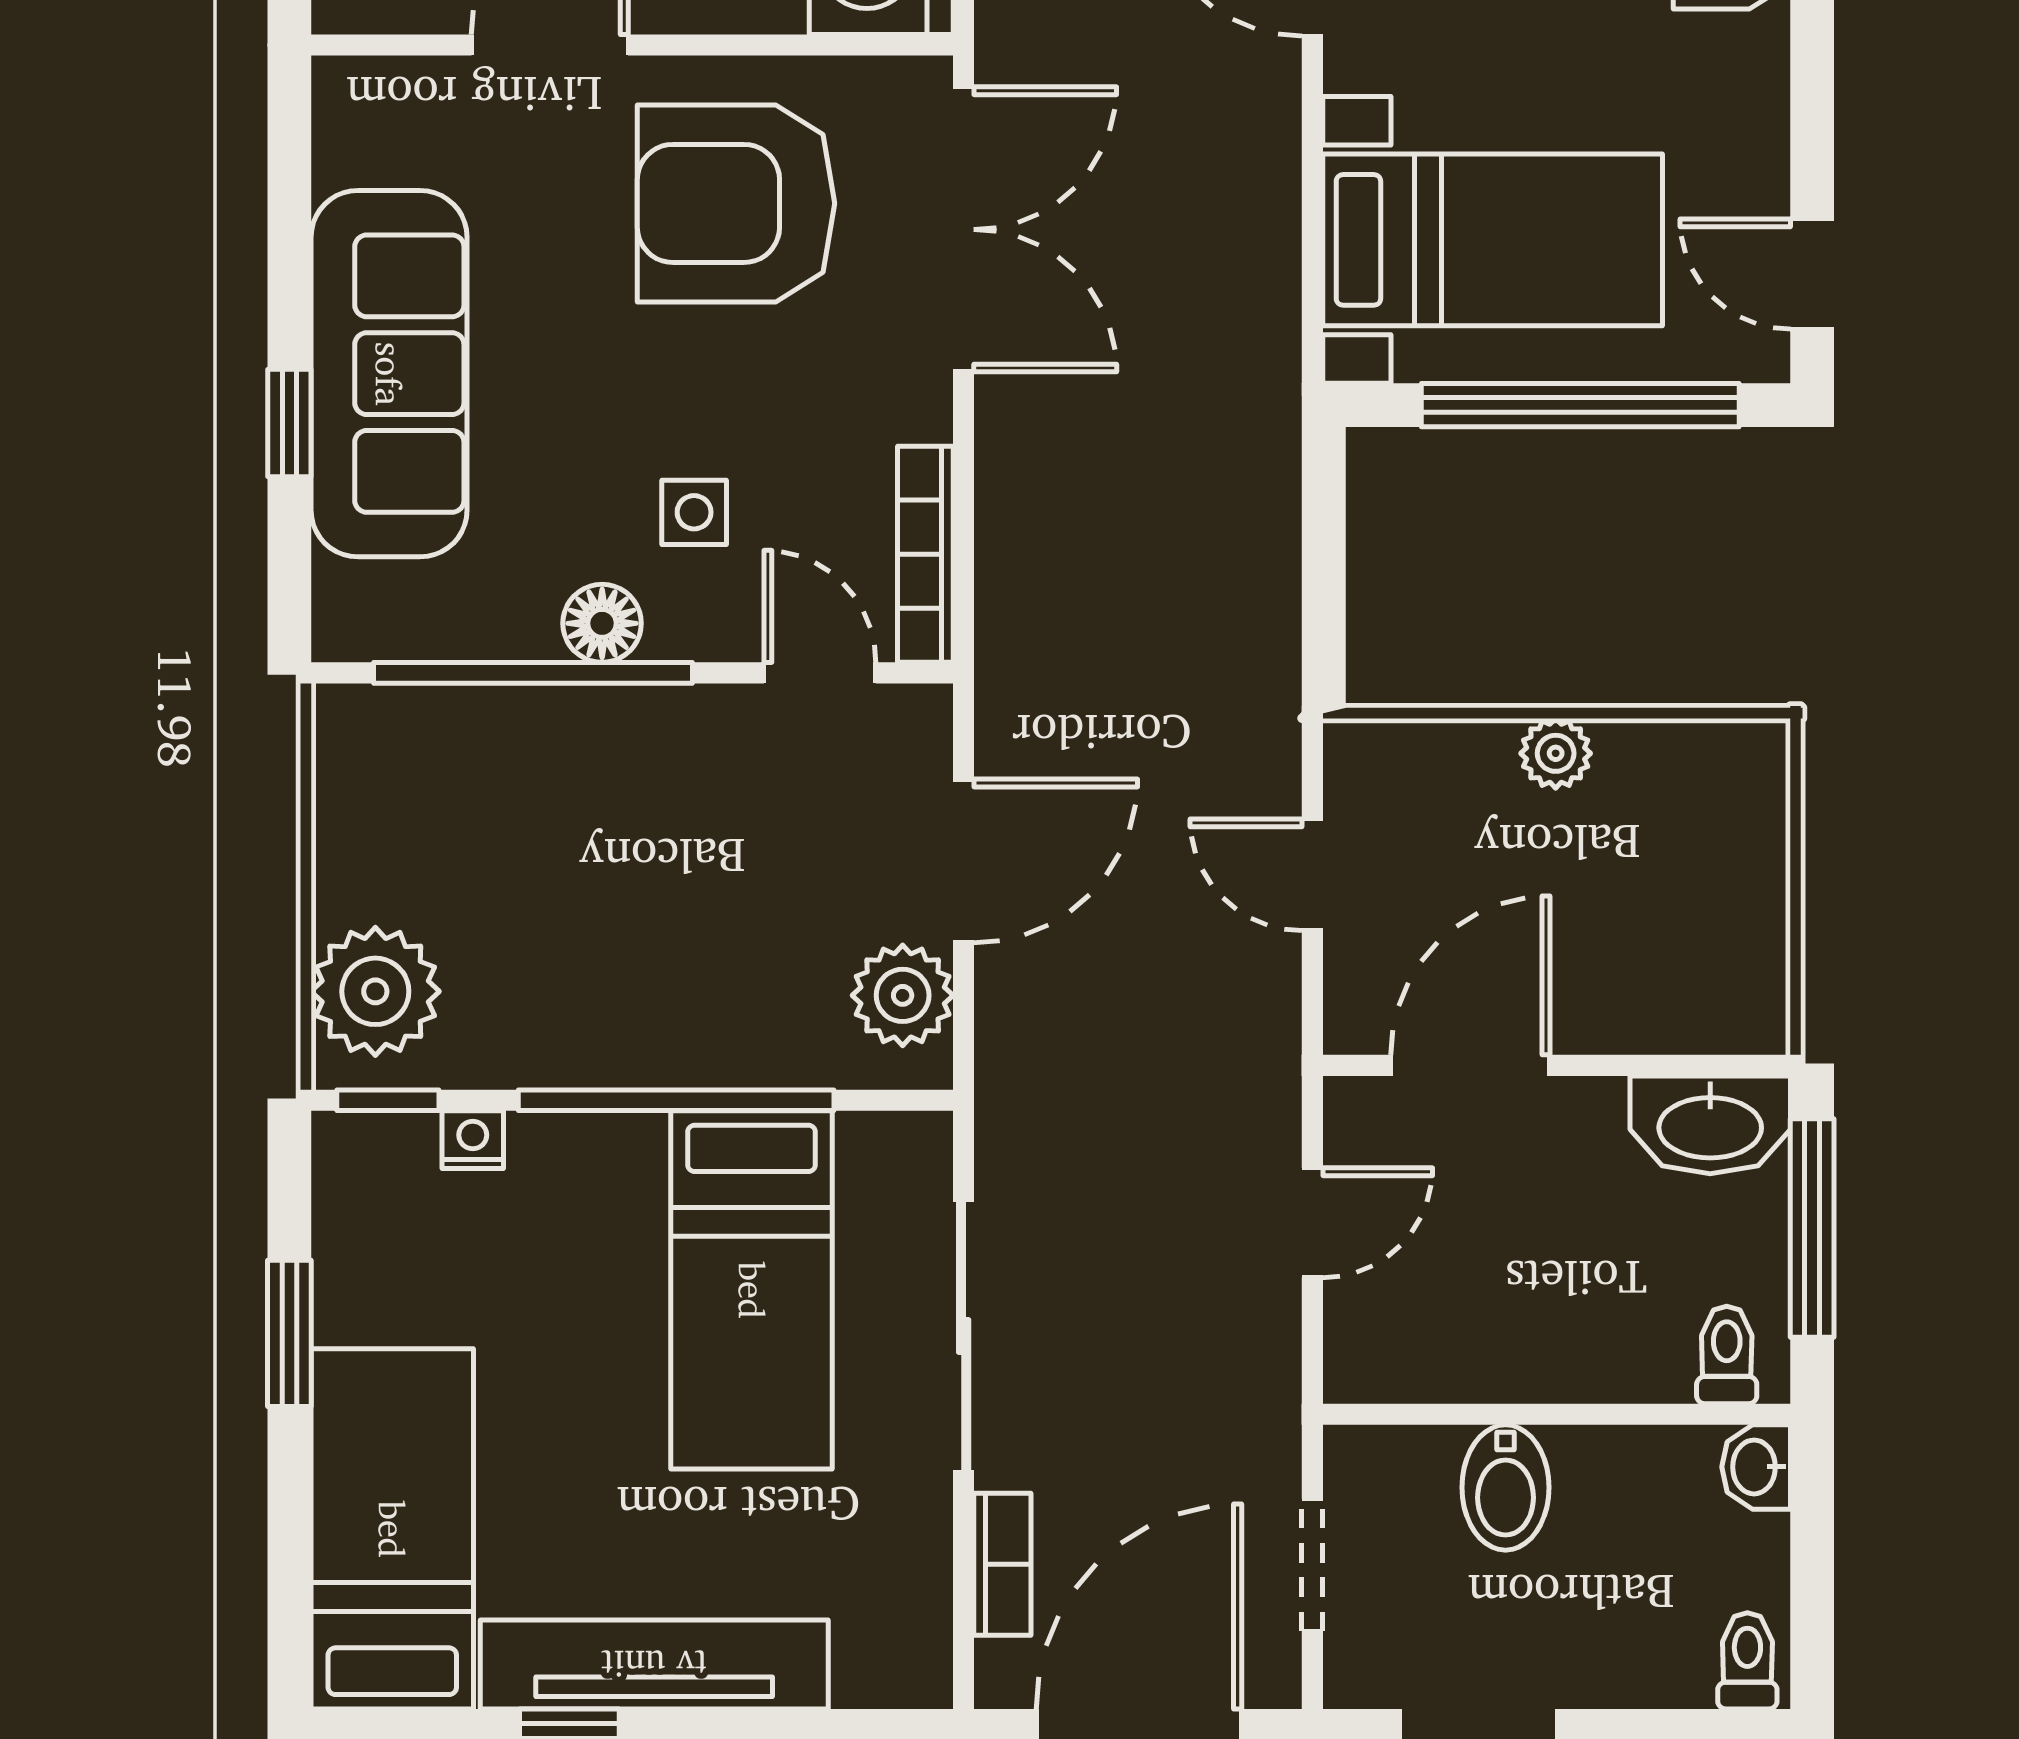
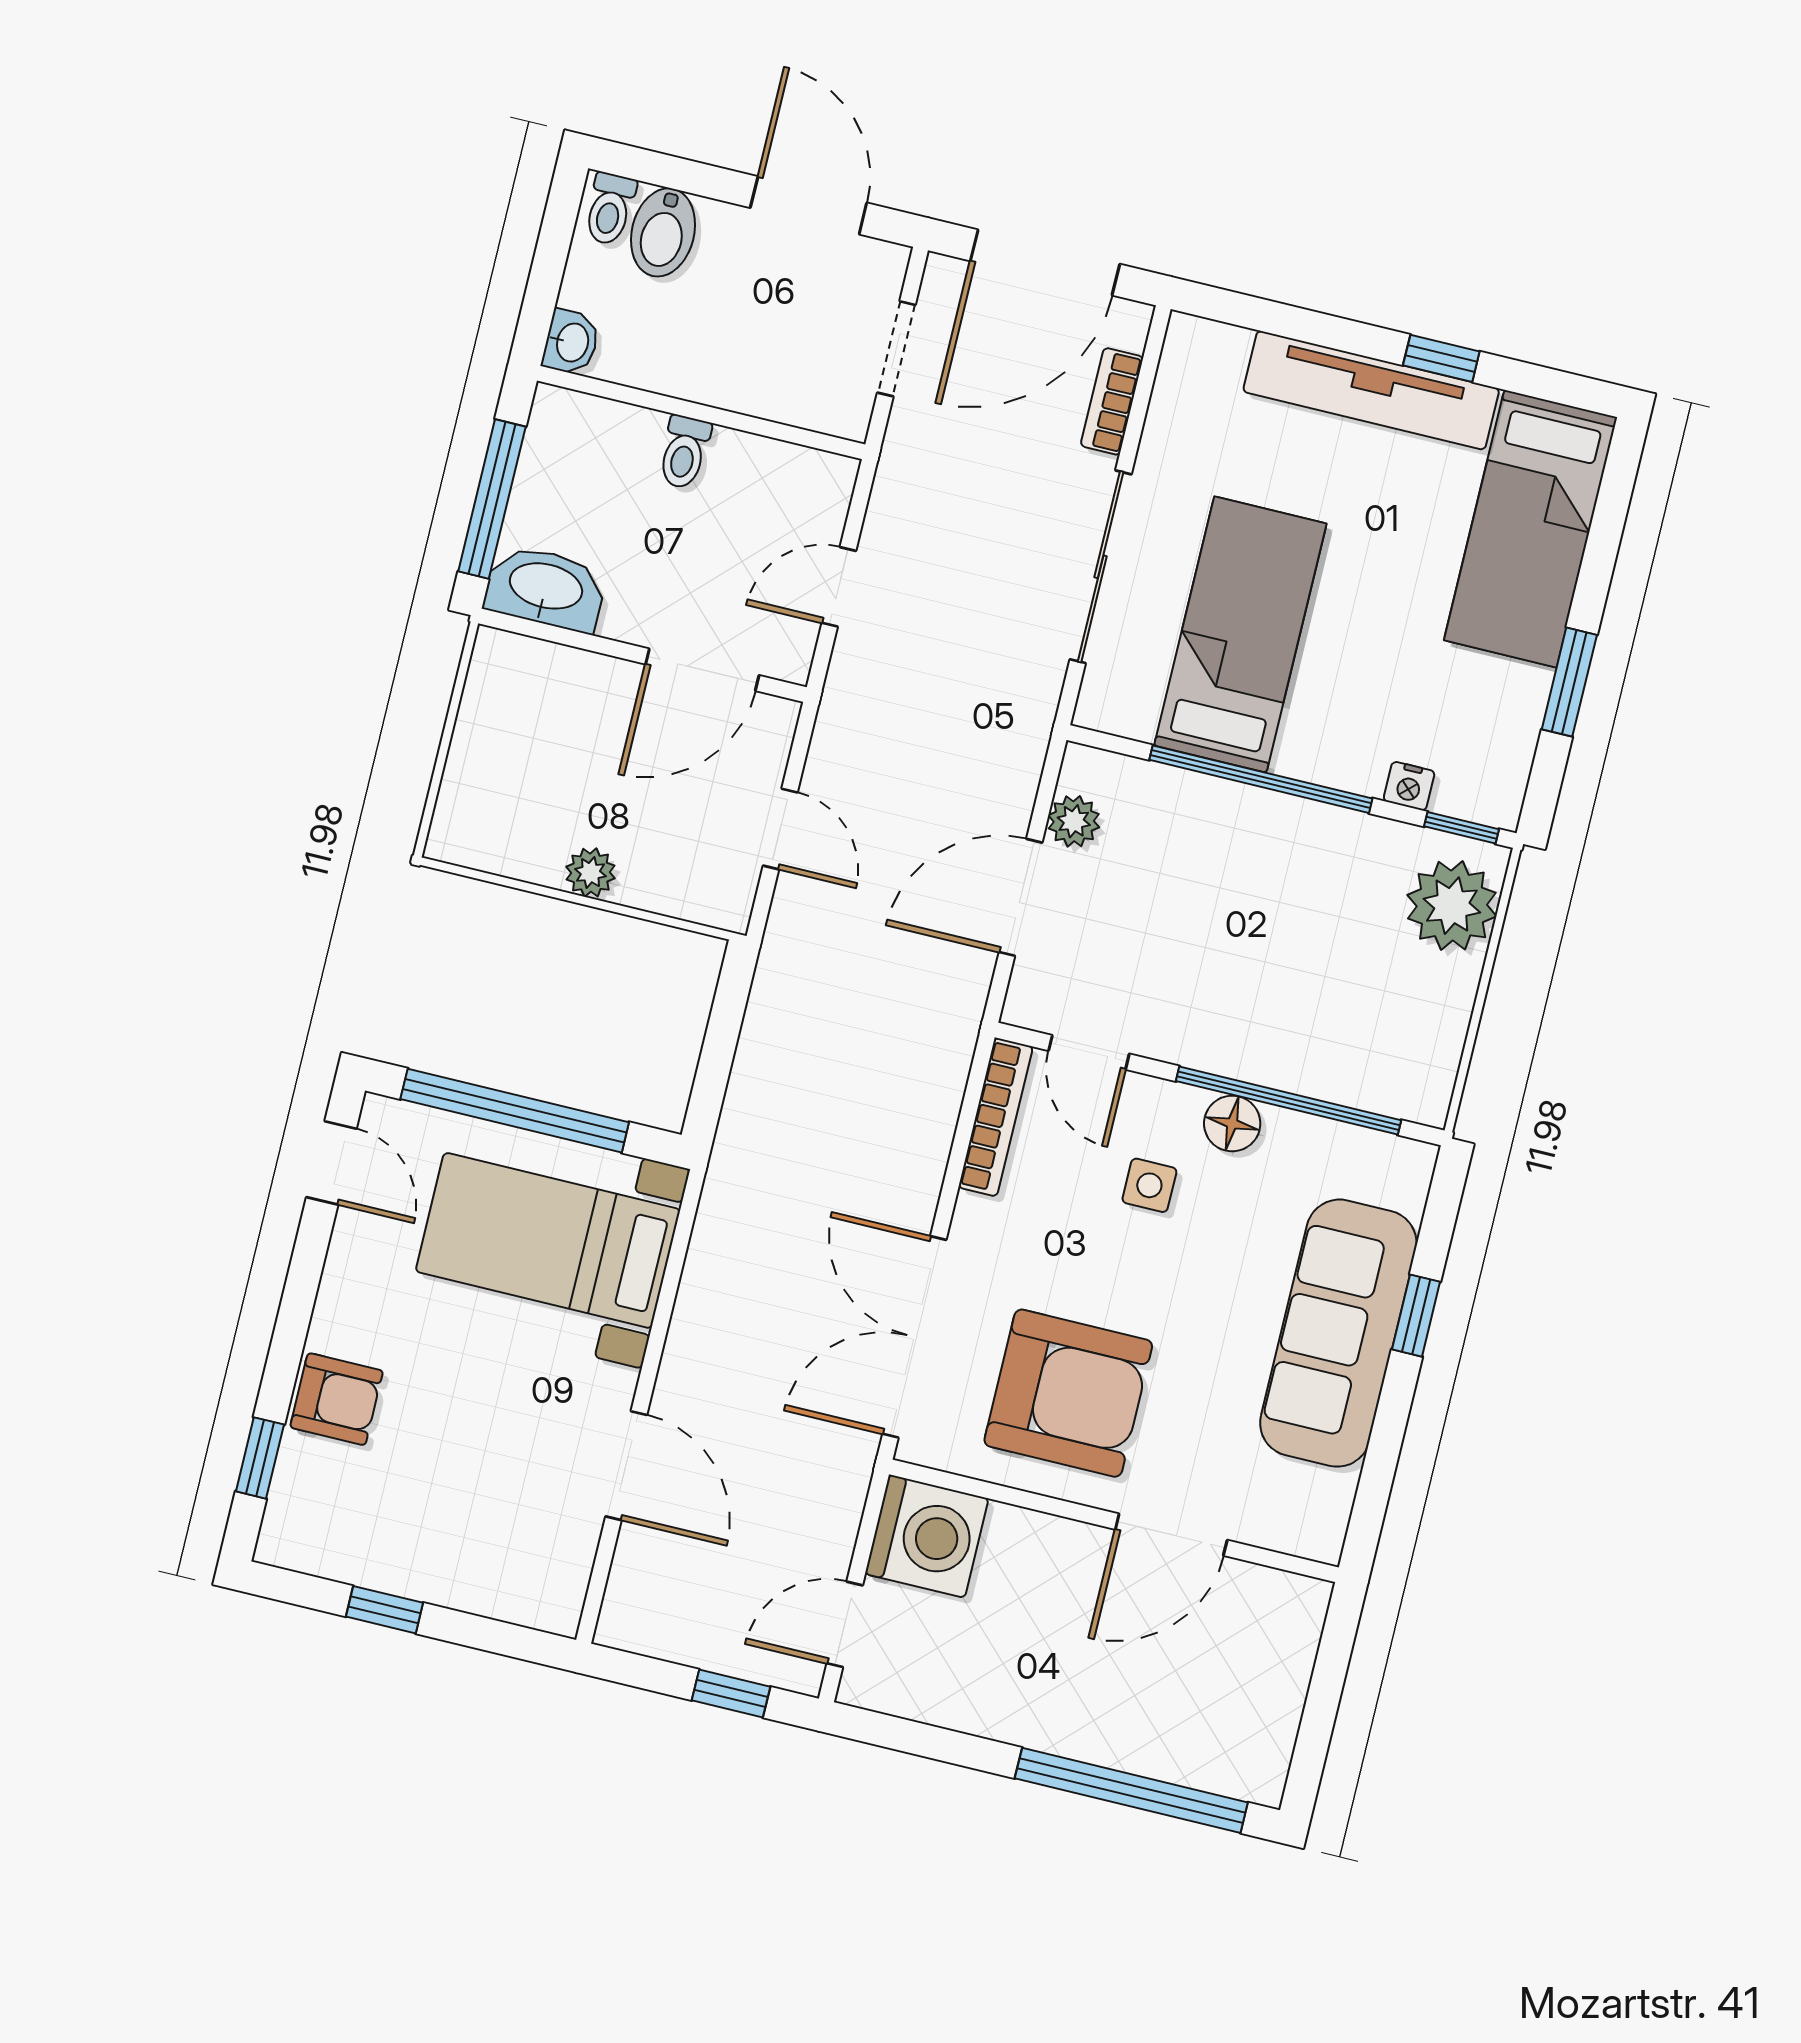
plant: (903, 995) -> (1074, 821), width x0.73, depth x0.73
toilet: (1727, 1355) -> (684, 452), moved
bidet: (1506, 1487) -> (663, 232), moved, turned 180

